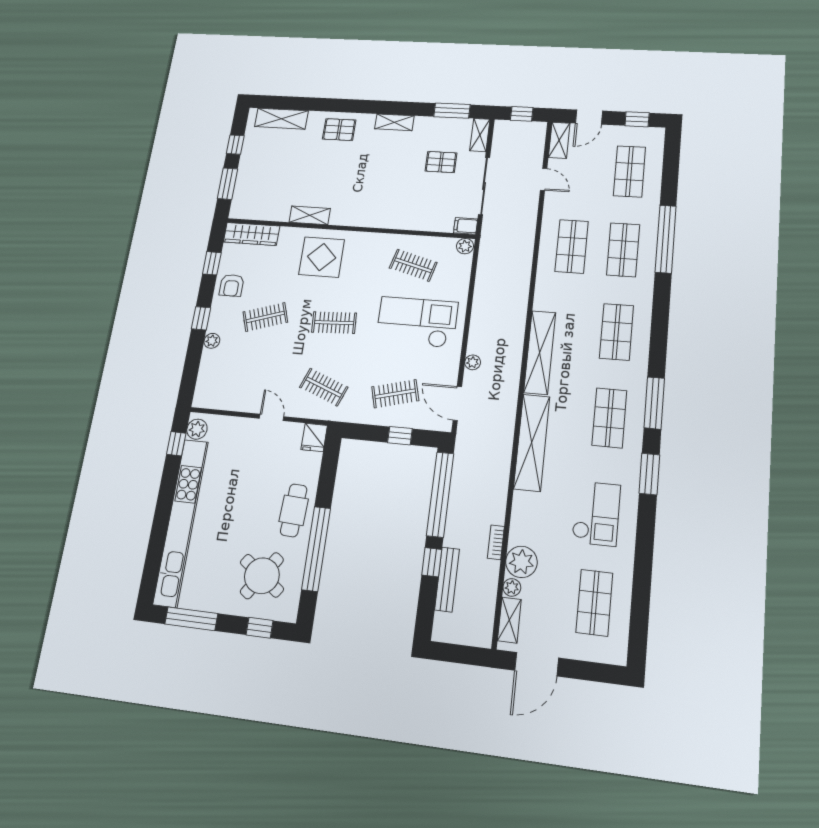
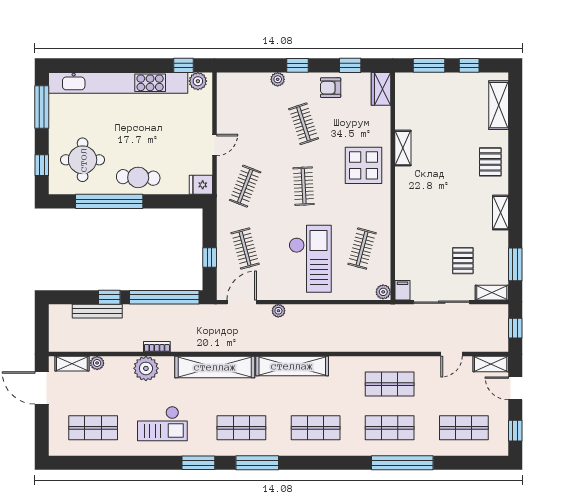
wardrobe: (252, 234) -> (381, 89), width x0.67
bookcase: (496, 542) -> (157, 347), moved
plant: (521, 562) -> (146, 368), moved
round table: (262, 576) -> (83, 160), turned -35

